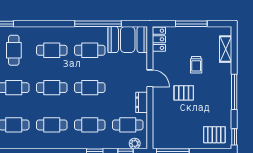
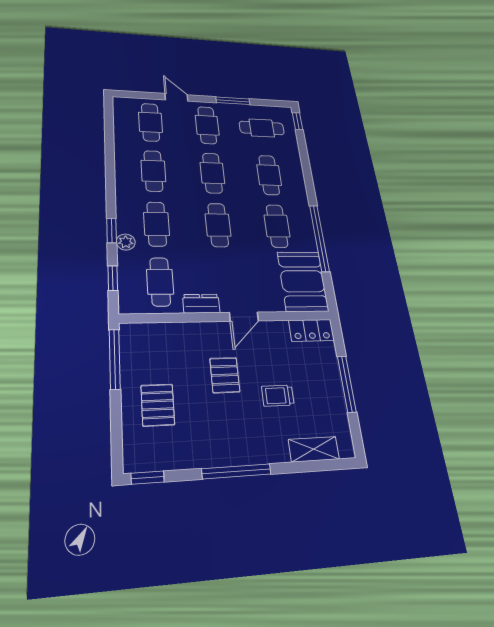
pallet: (214, 135) -> (158, 405), moved
plant: (135, 143) -> (126, 242), moved

